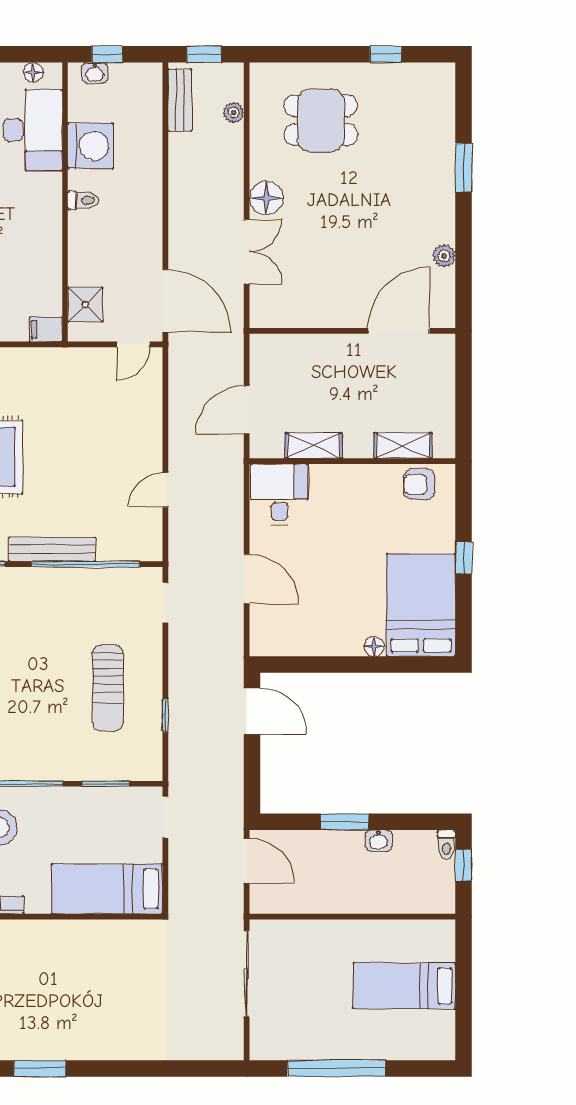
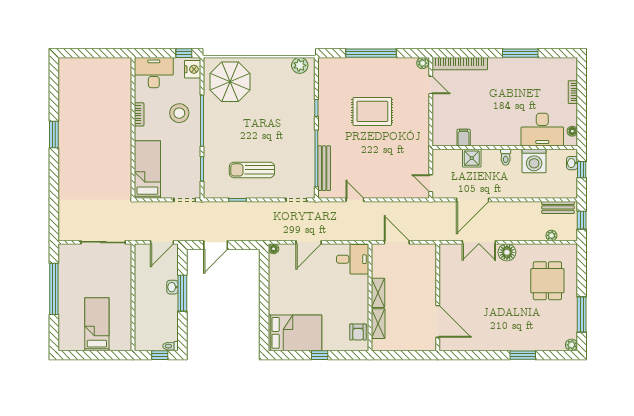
window: (386, 54) -> (582, 315), width x2.17
plant: (444, 256) -> (572, 345), moved
door: (165, 301) -> (473, 200), moved
shower: (85, 305) -> (472, 158), moved
filing cabinet: (46, 329) -> (464, 138), moved
shelving: (314, 446) -> (378, 293), moved
armchair: (419, 484) -> (358, 332), turned 180
bench: (52, 549) -> (324, 168), moved
floor lamp: (374, 646) -> (274, 249), moved
door: (252, 711) -> (216, 245), moved
window: (345, 822) -> (182, 293), width x1.44
washbasin: (379, 841) -> (172, 287), moved

